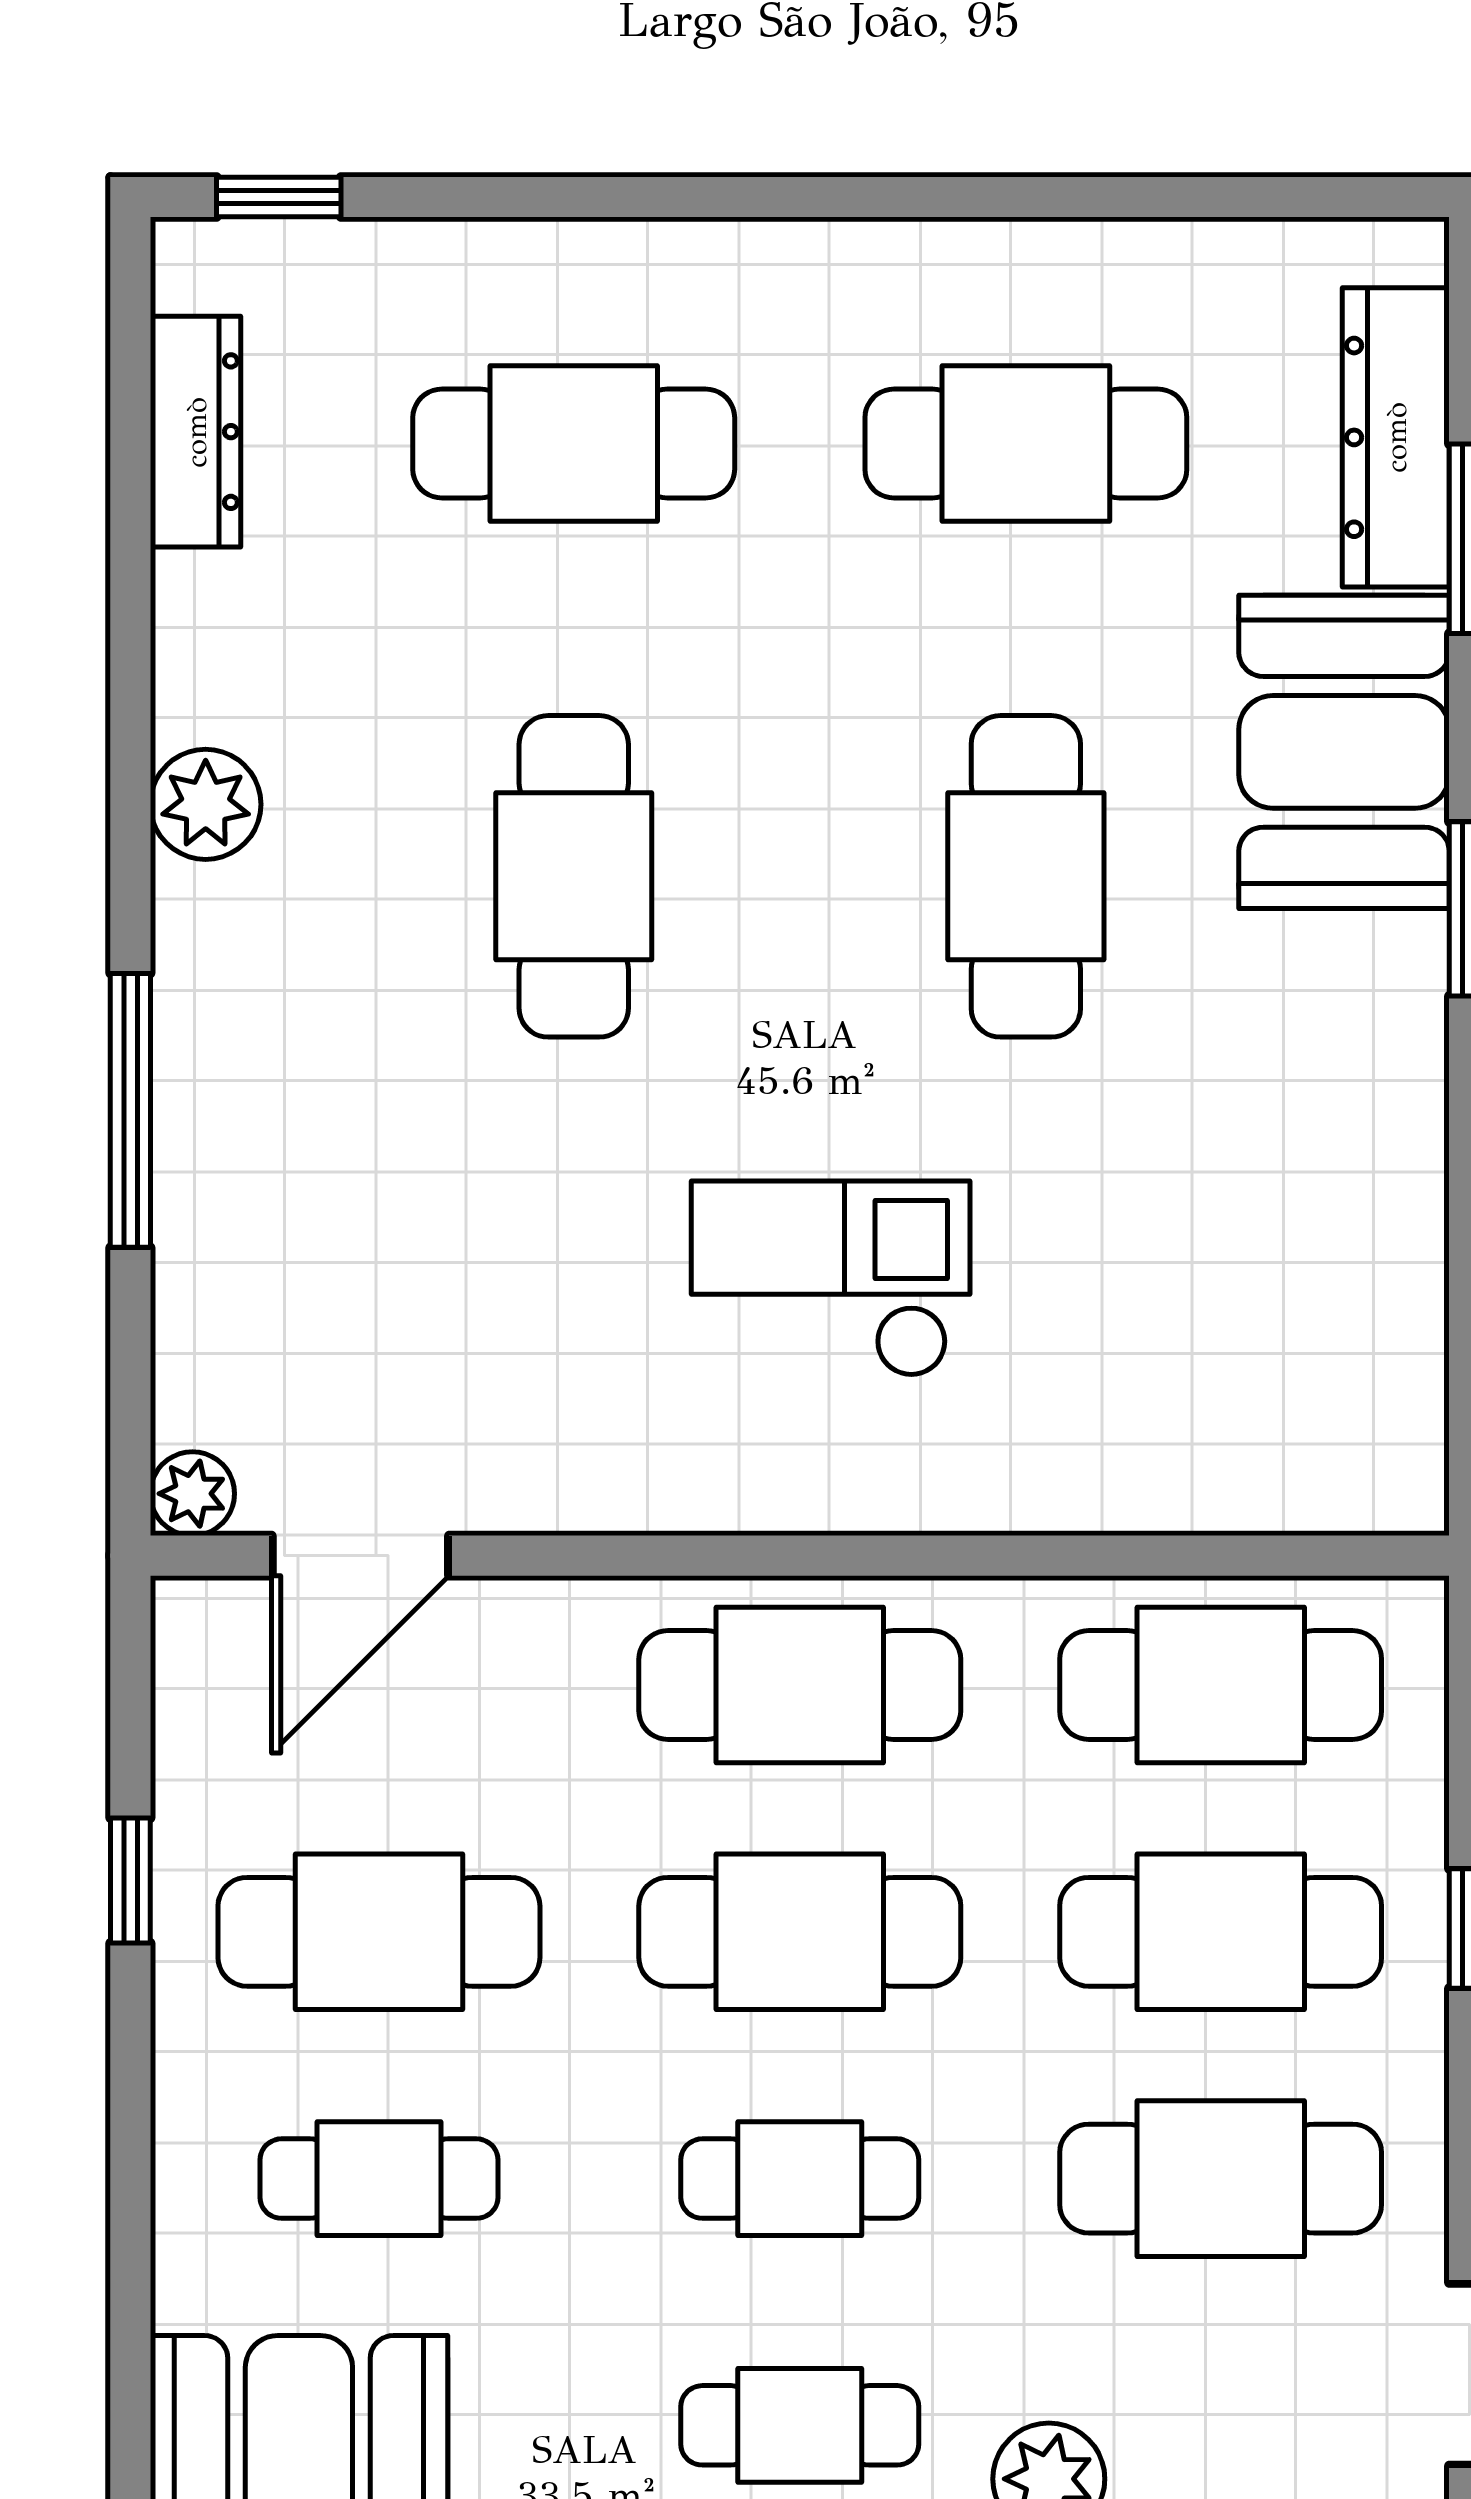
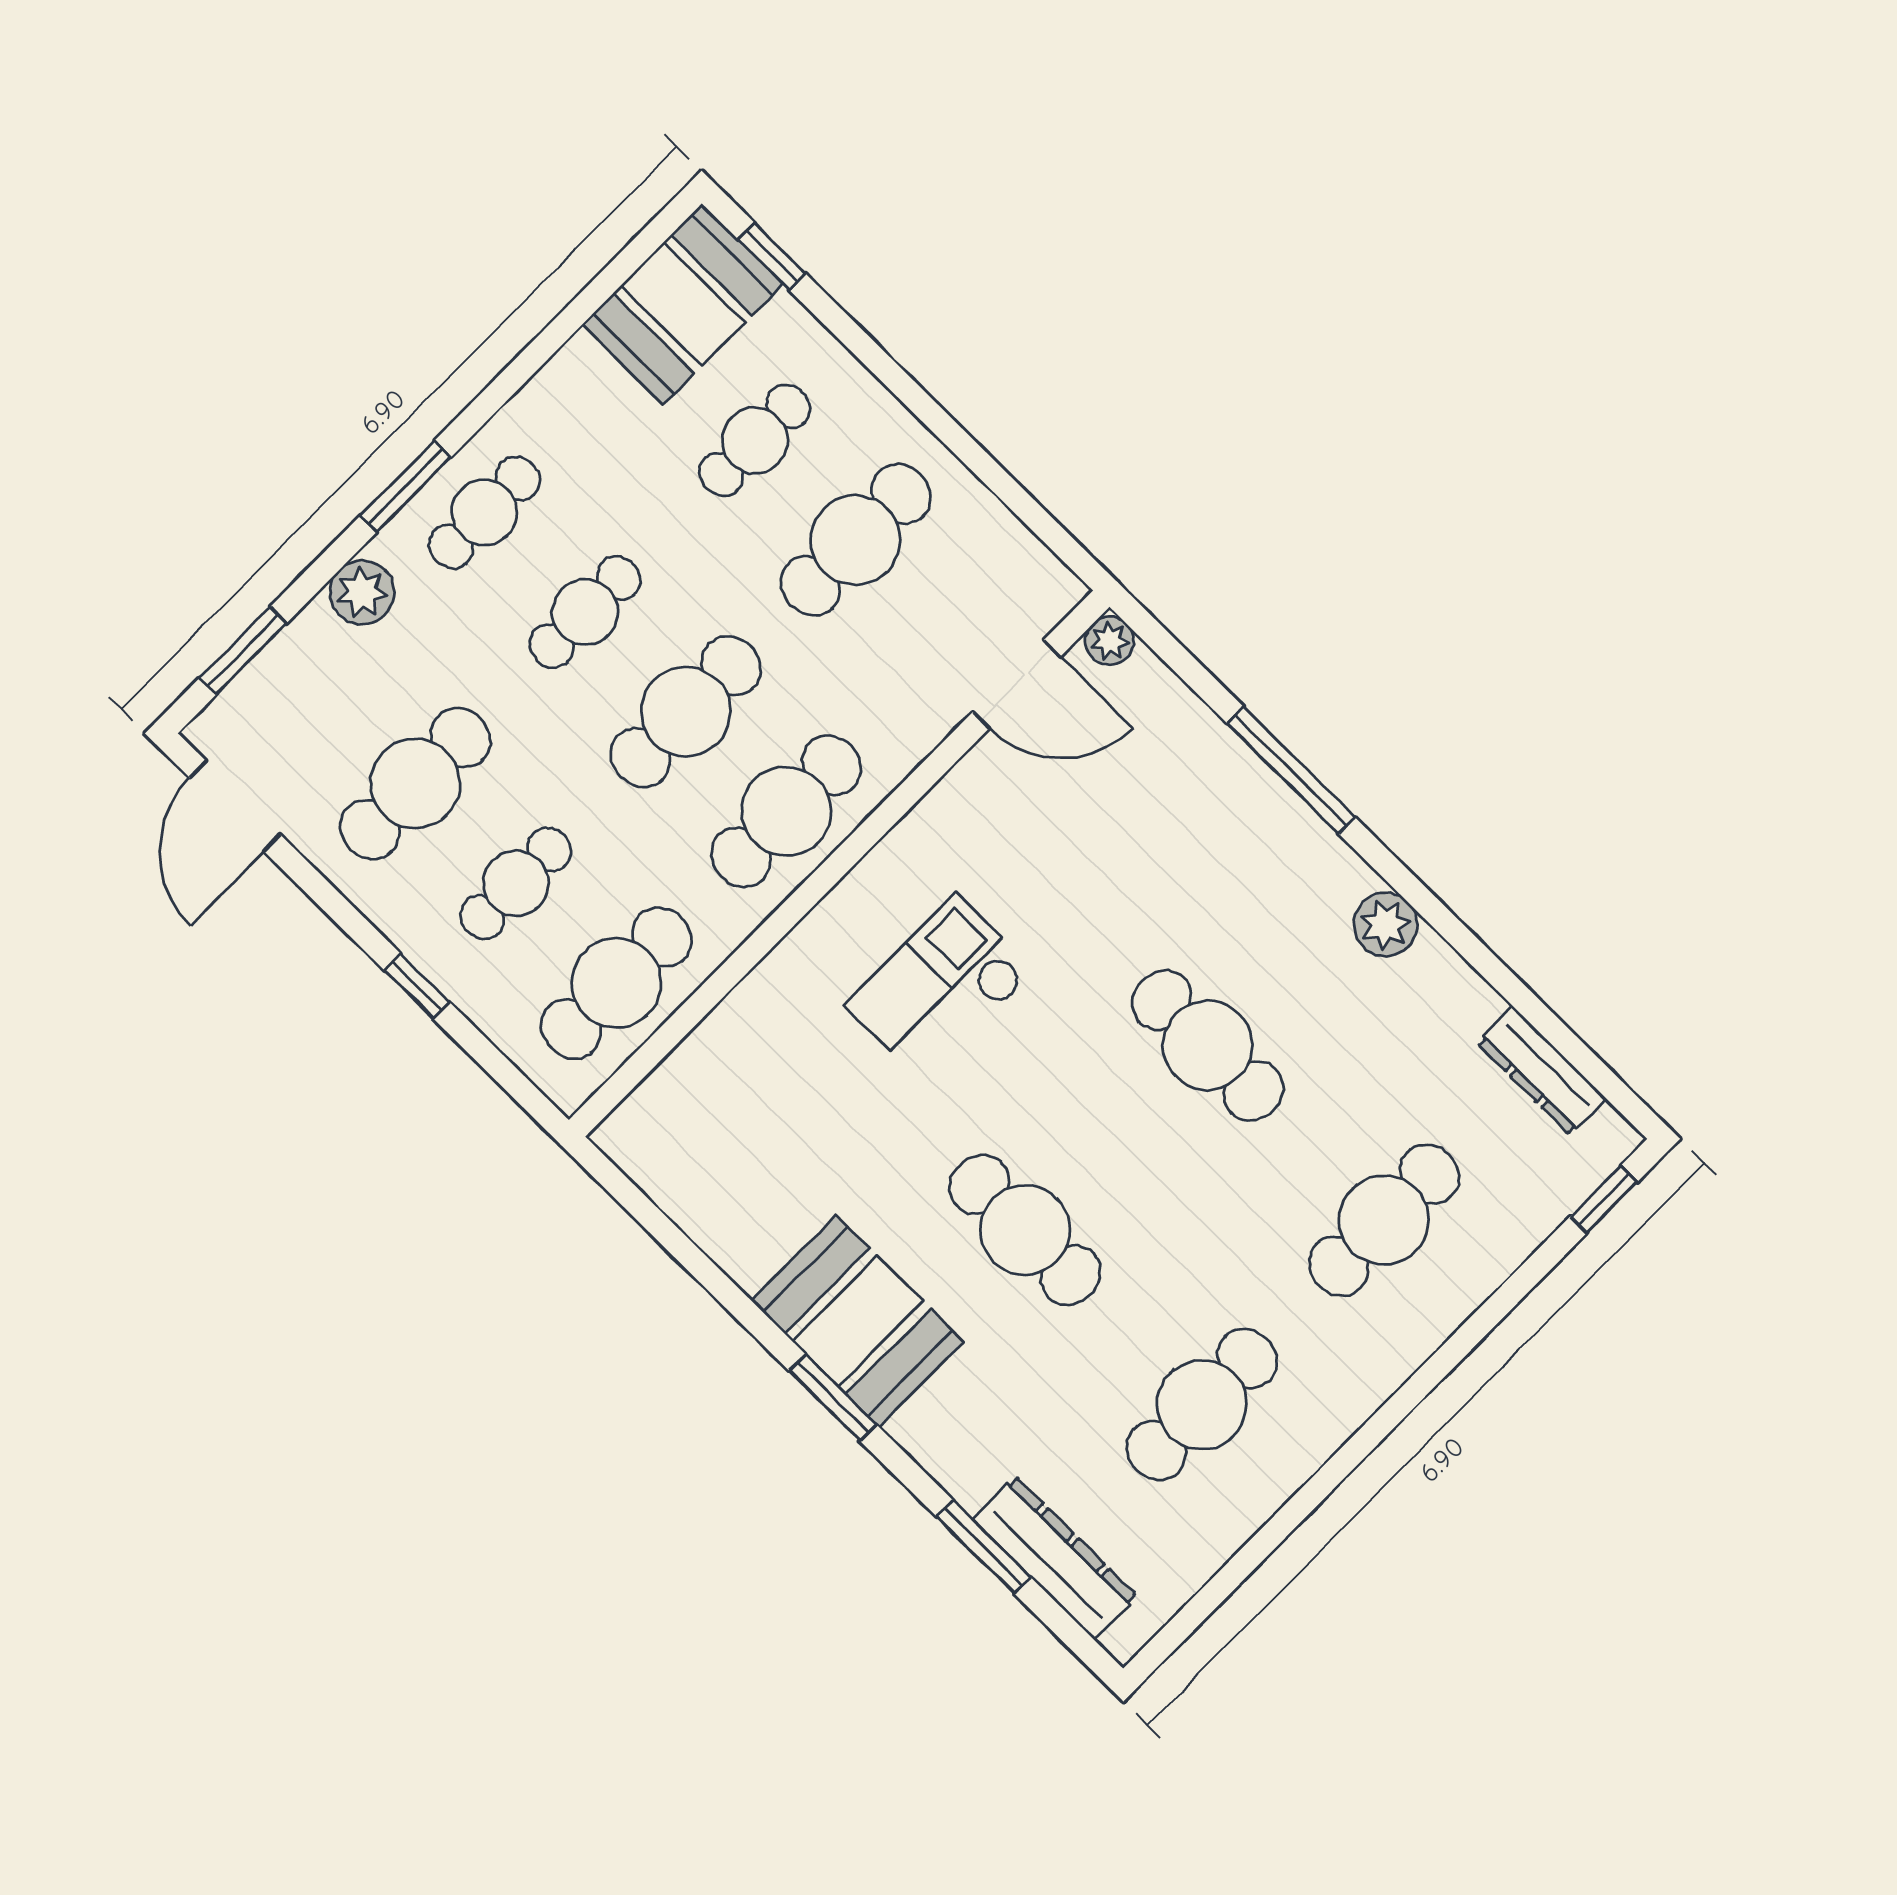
booth: (1344, 752) -> (858, 1321), moved
checkout: (831, 1279) -> (940, 988), turned 180
door: (360, 1556) -> (1017, 684), swing flipped
window: (130, 1881) -> (772, 256), moved
cafe table: (1221, 1932) -> (516, 883), width x0.73, depth x0.74

